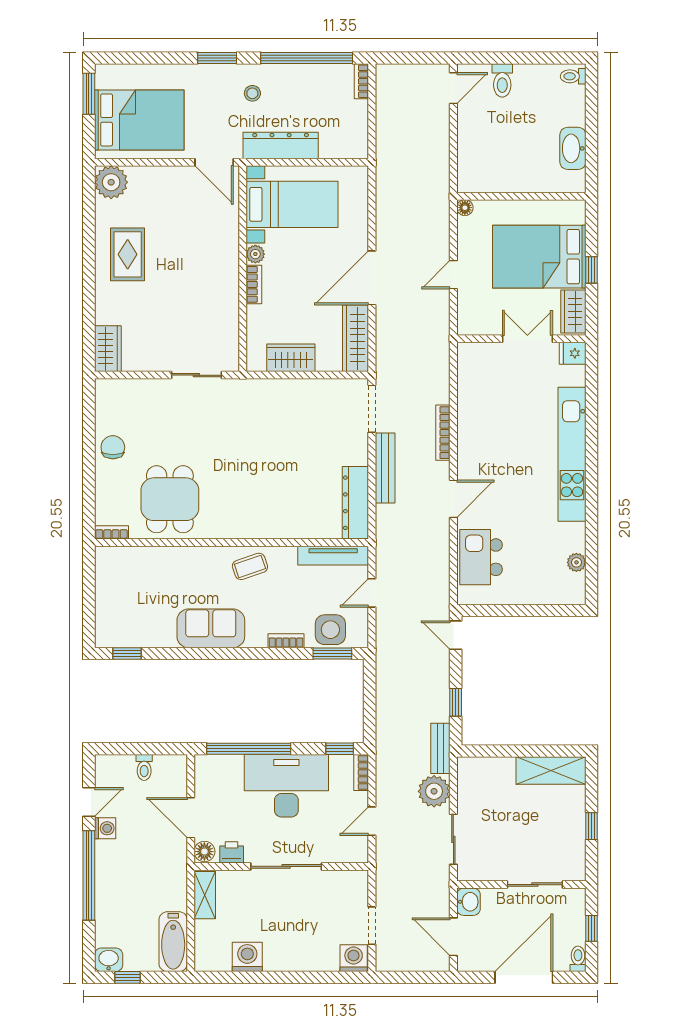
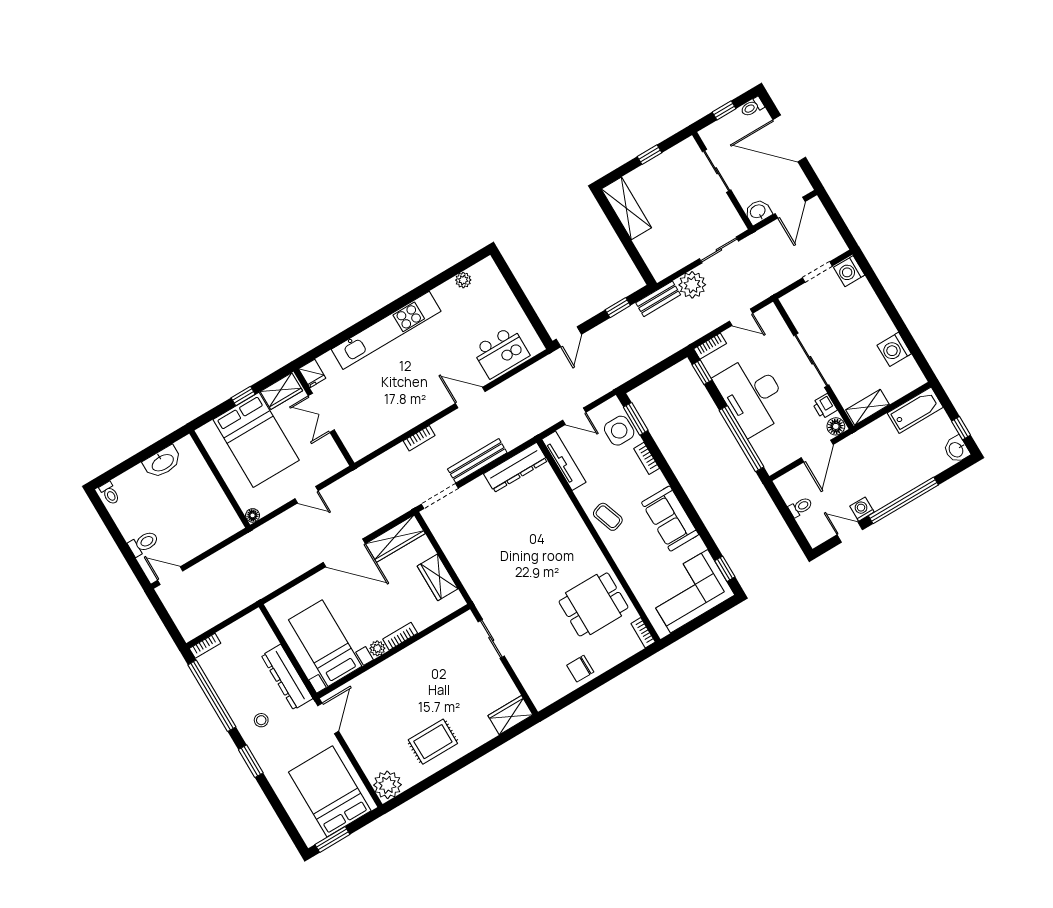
bookcase: (443, 433) -> (419, 438), width x0.64
corner sofa: (126, 604) -> (689, 591), added

